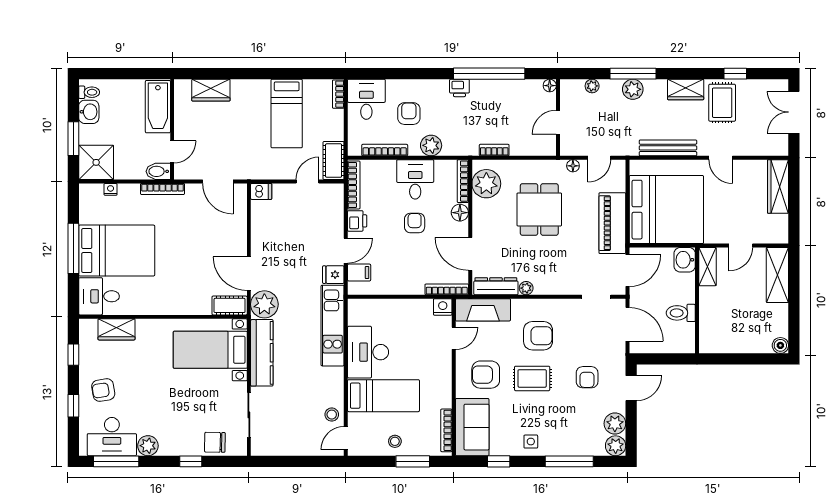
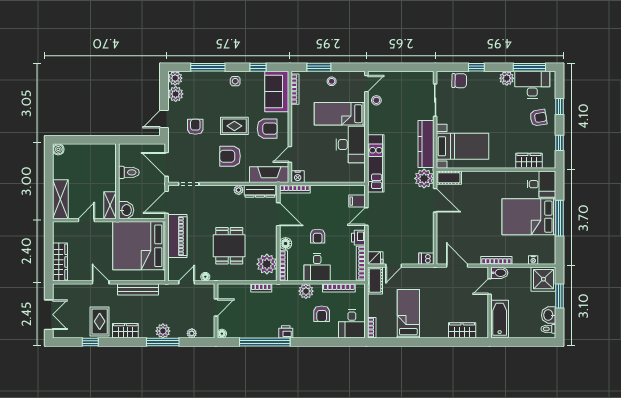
fridge: (333, 275) -> (375, 258), moved

